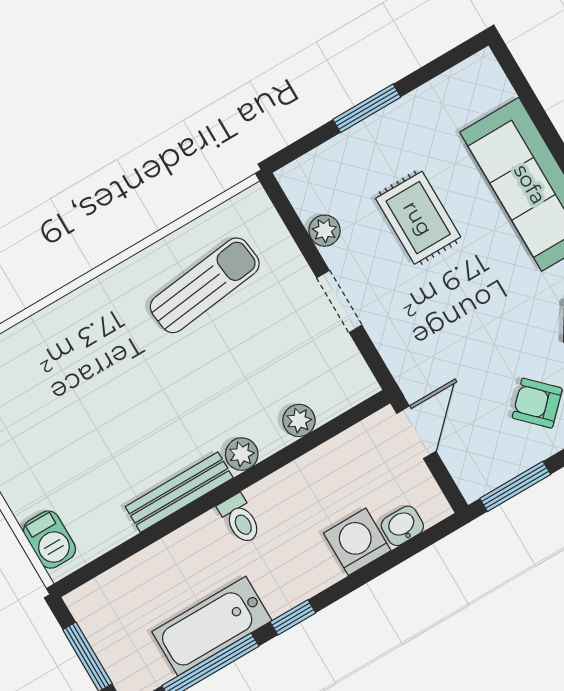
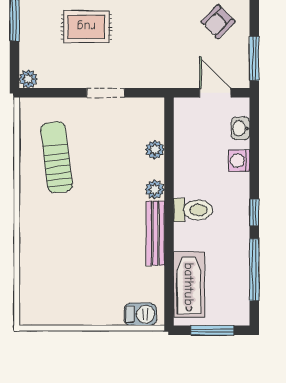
plant: (325, 231) -> (28, 79), moved
door: (416, 432) -> (215, 93), moved
toilet: (240, 519) -> (193, 210), width x1.37, depth x1.39
washing machine: (357, 542) -> (239, 161), width x0.73, depth x0.73
bathtub: (212, 626) -> (189, 284), moved, turned 180

